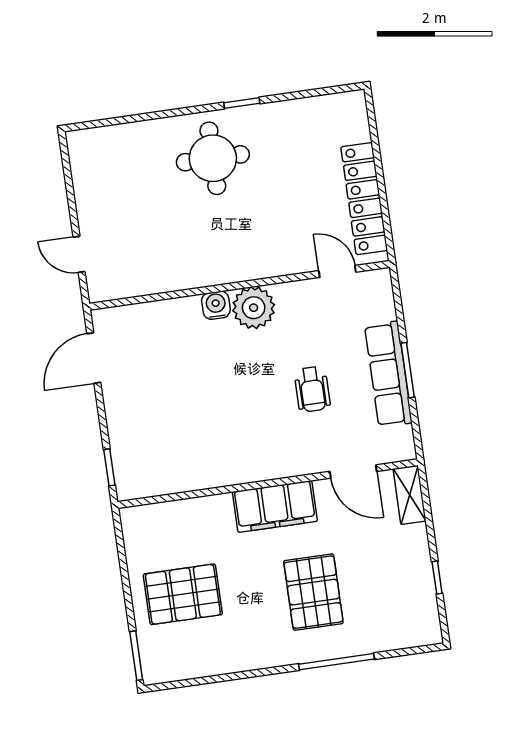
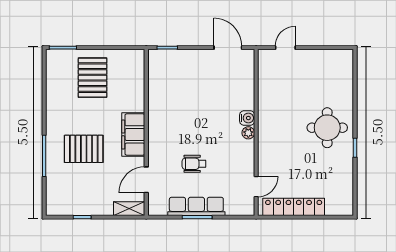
plant: (254, 308) -> (248, 133), width x0.53, depth x0.53

